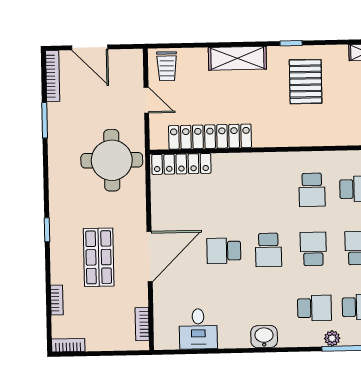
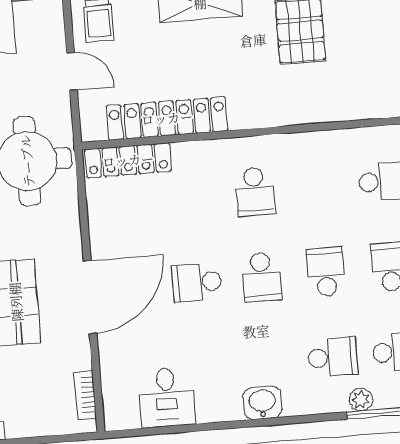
school desk: (312, 190) -> (254, 192), moved

